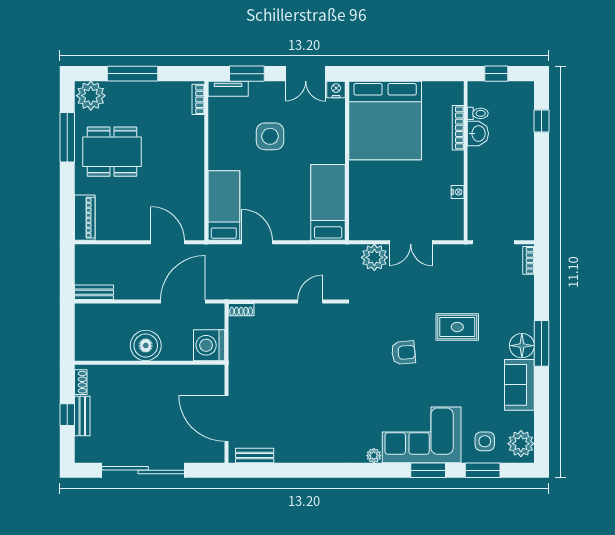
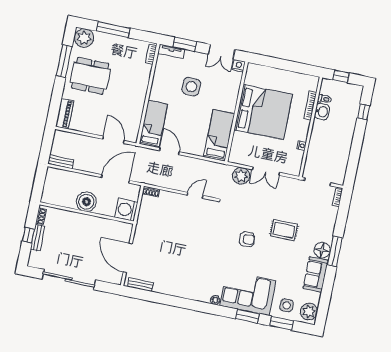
bed: (385, 120) -> (263, 112), moved, turned -90

